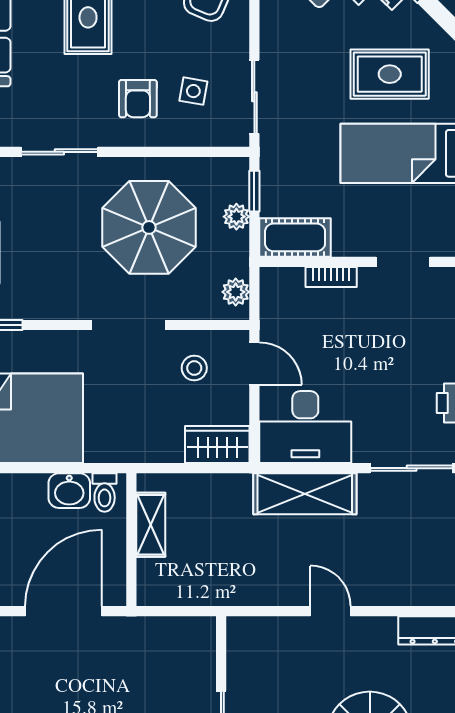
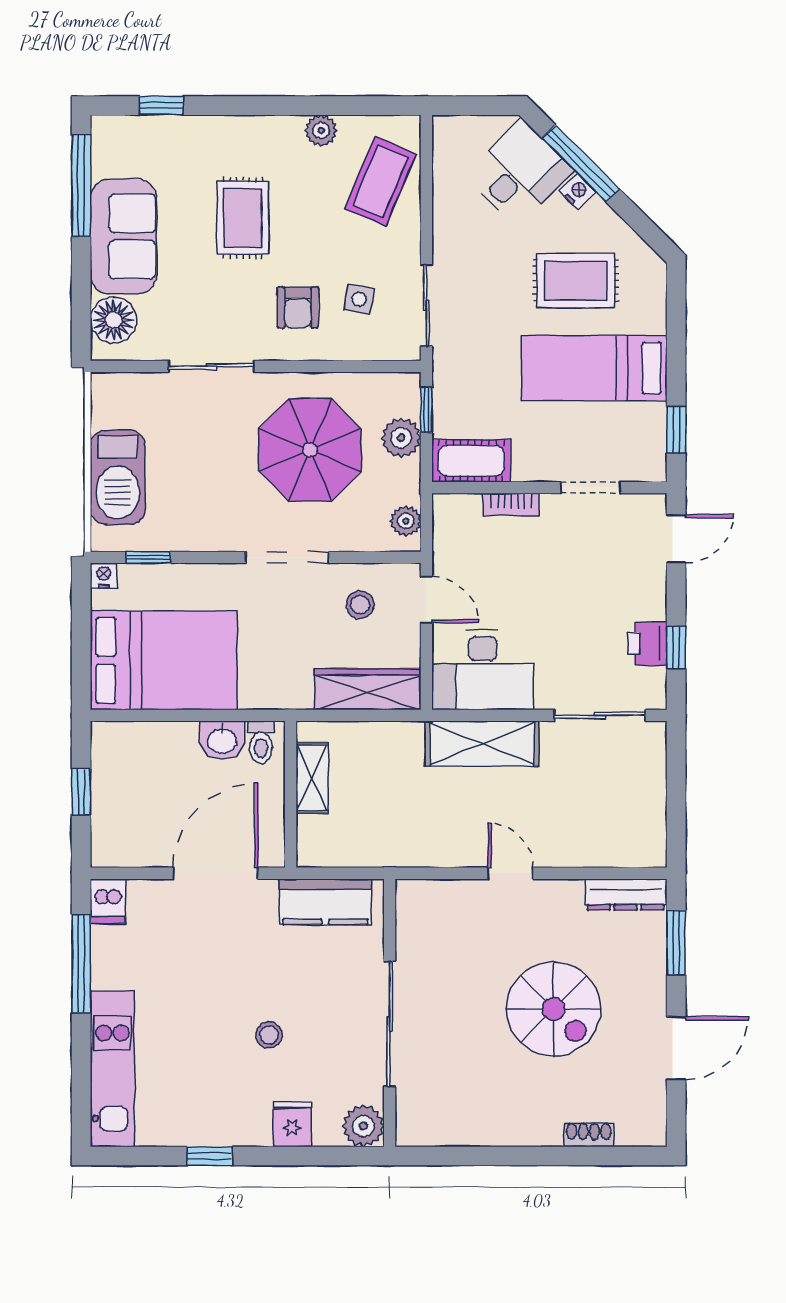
plant: (236, 217) -> (401, 438), width x1.38, depth x1.38
wardrobe: (217, 444) -> (368, 689), width x1.50
kitchen counter: (163, 637) -> (325, 902), added

